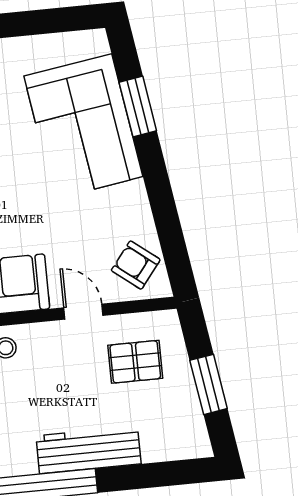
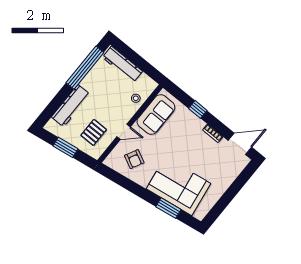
armchair: (136, 265) -> (134, 159), moved, turned 79
workbench: (89, 450) -> (71, 106), moved

